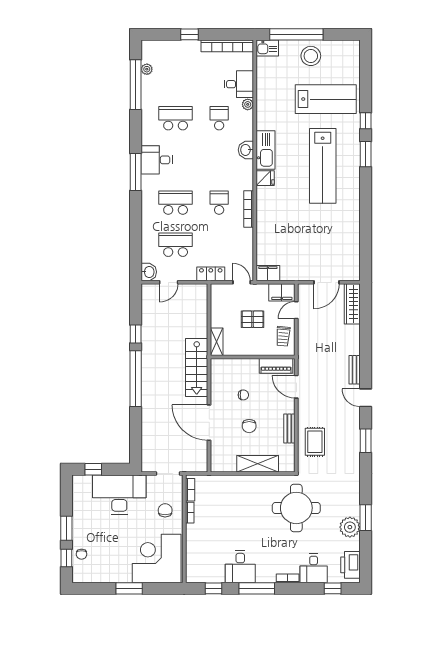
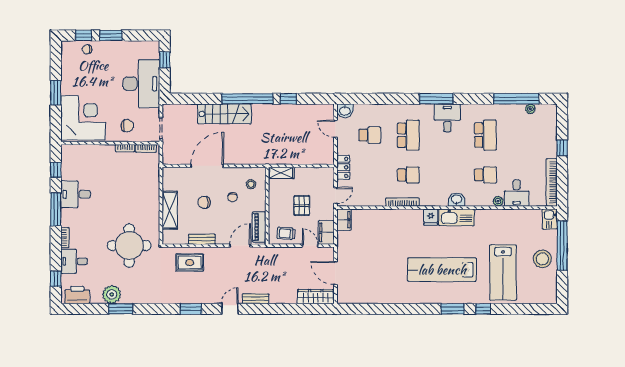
school desk: (176, 245) -> (370, 135), width x0.54
stairs: (197, 368) -> (224, 114), moved, turned 180
stool: (229, 375) -> (251, 184), added

